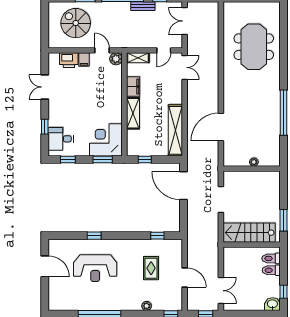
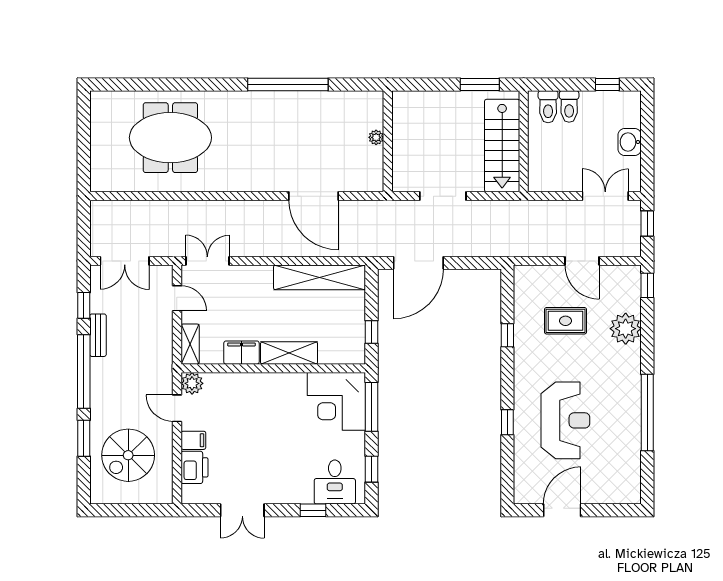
door: (102, 50) -> (177, 408), hinge flipped
window: (103, 159) -> (372, 407), width x1.44
window: (157, 236) -> (507, 335), moved
door: (185, 277) -> (582, 261), swing flipped
washbasin: (272, 304) -> (630, 142), moved
plant: (147, 306) -> (626, 329), width x1.88, depth x1.88

